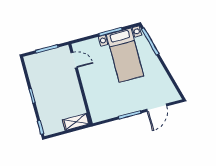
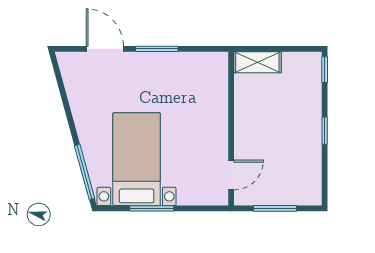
door: (74, 60) -> (231, 175), swing flipped
door: (157, 108) -> (105, 49), hinge flipped

